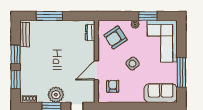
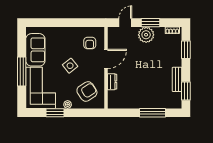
dresser: (90, 33) -> (112, 82), moved
bench: (25, 35) -> (177, 79), moved
window: (16, 54) -> (186, 91), moved
window: (181, 73) -> (22, 72), moved
sofa: (161, 93) -> (35, 50), moved, turned -90

